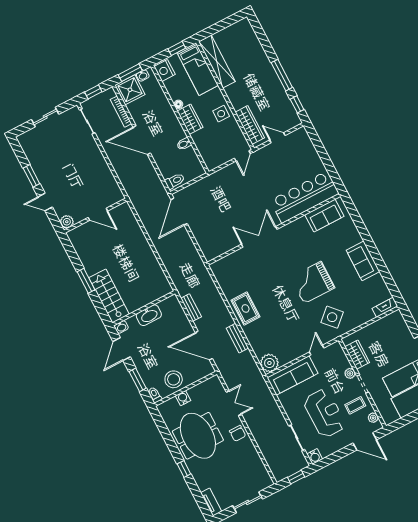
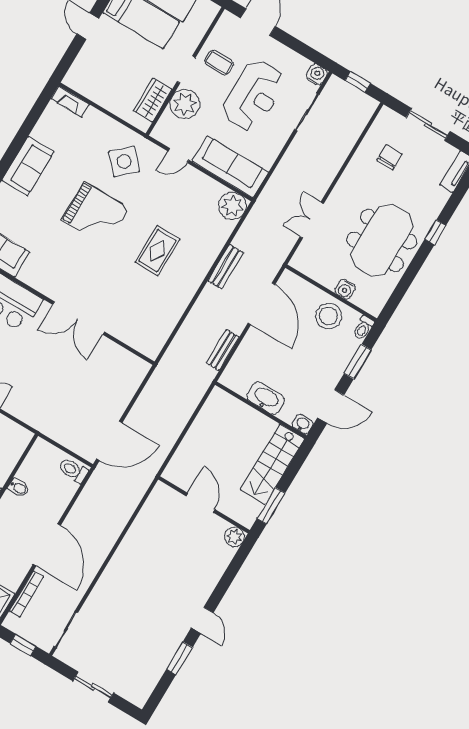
door: (98, 214) -> (201, 503), moved
wall: (96, 216) -> (204, 505), moved
plant: (67, 222) -> (234, 537), moved
rug: (246, 308) -> (157, 251), moved
plant: (350, 373) -> (185, 104), width x1.87, depth x1.87
reception desk: (325, 413) -> (253, 96), turned 180
plant: (373, 418) -> (221, 30), removed
chair: (238, 433) -> (390, 157), moved

